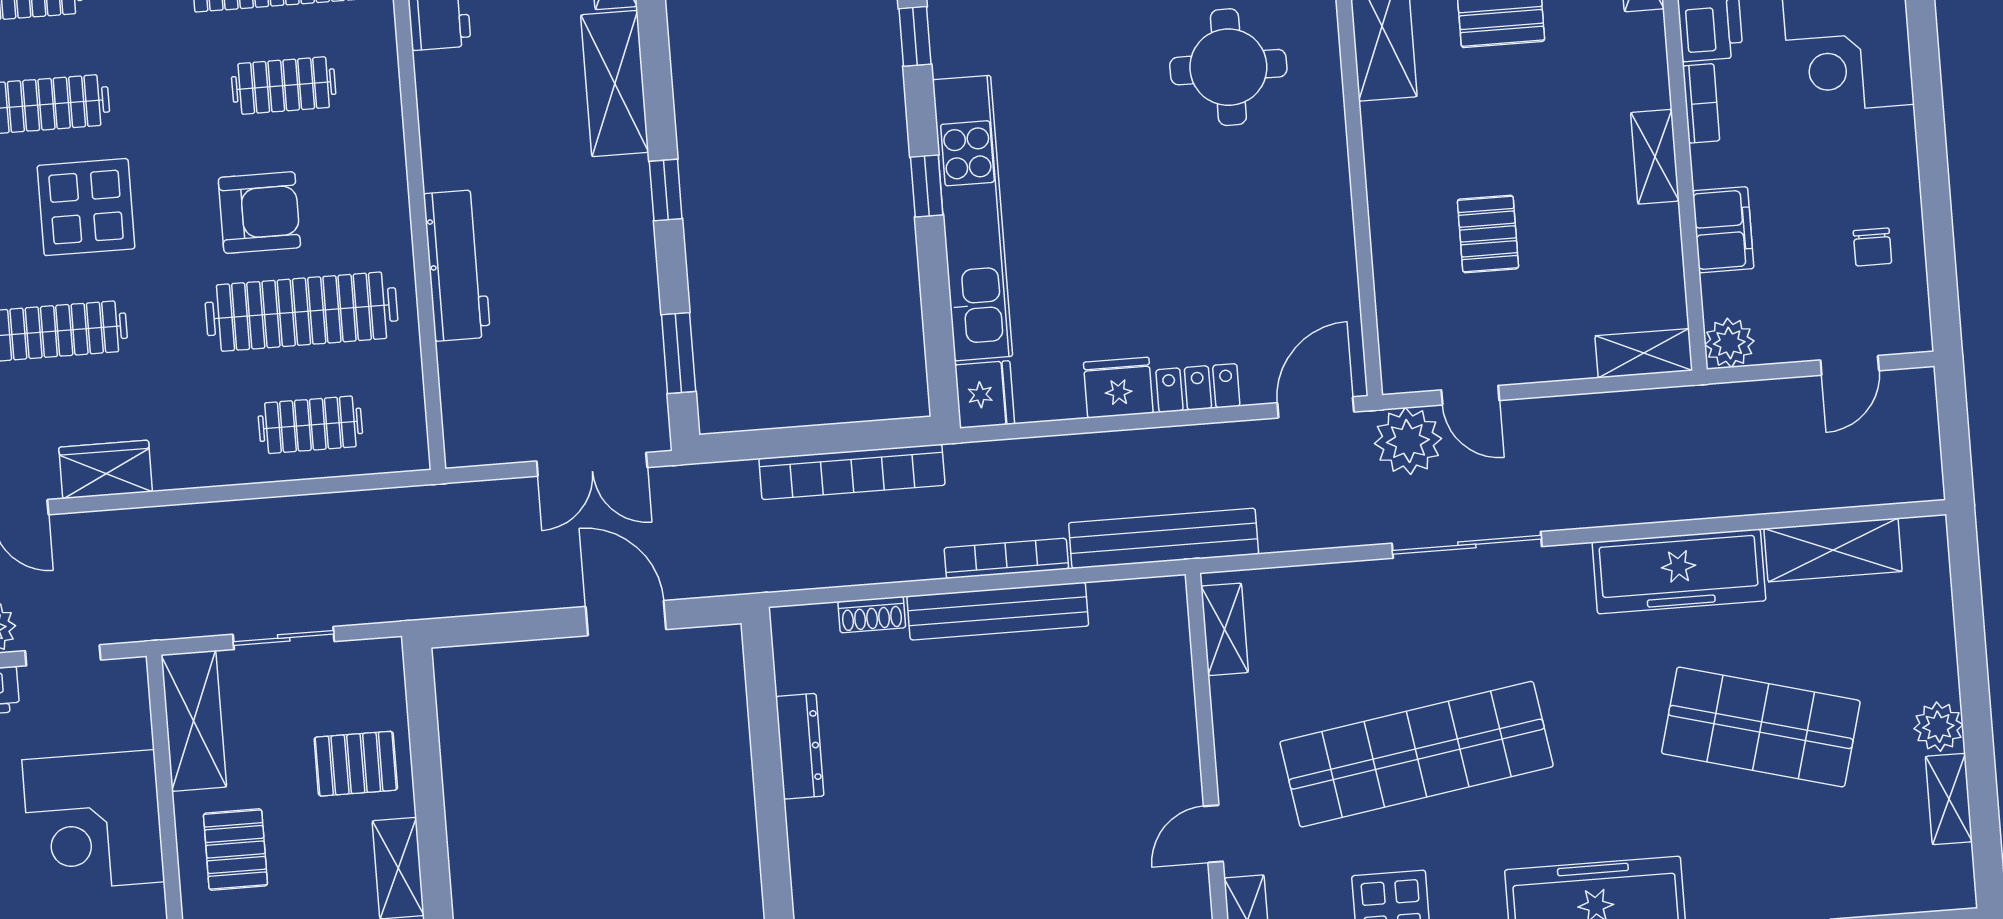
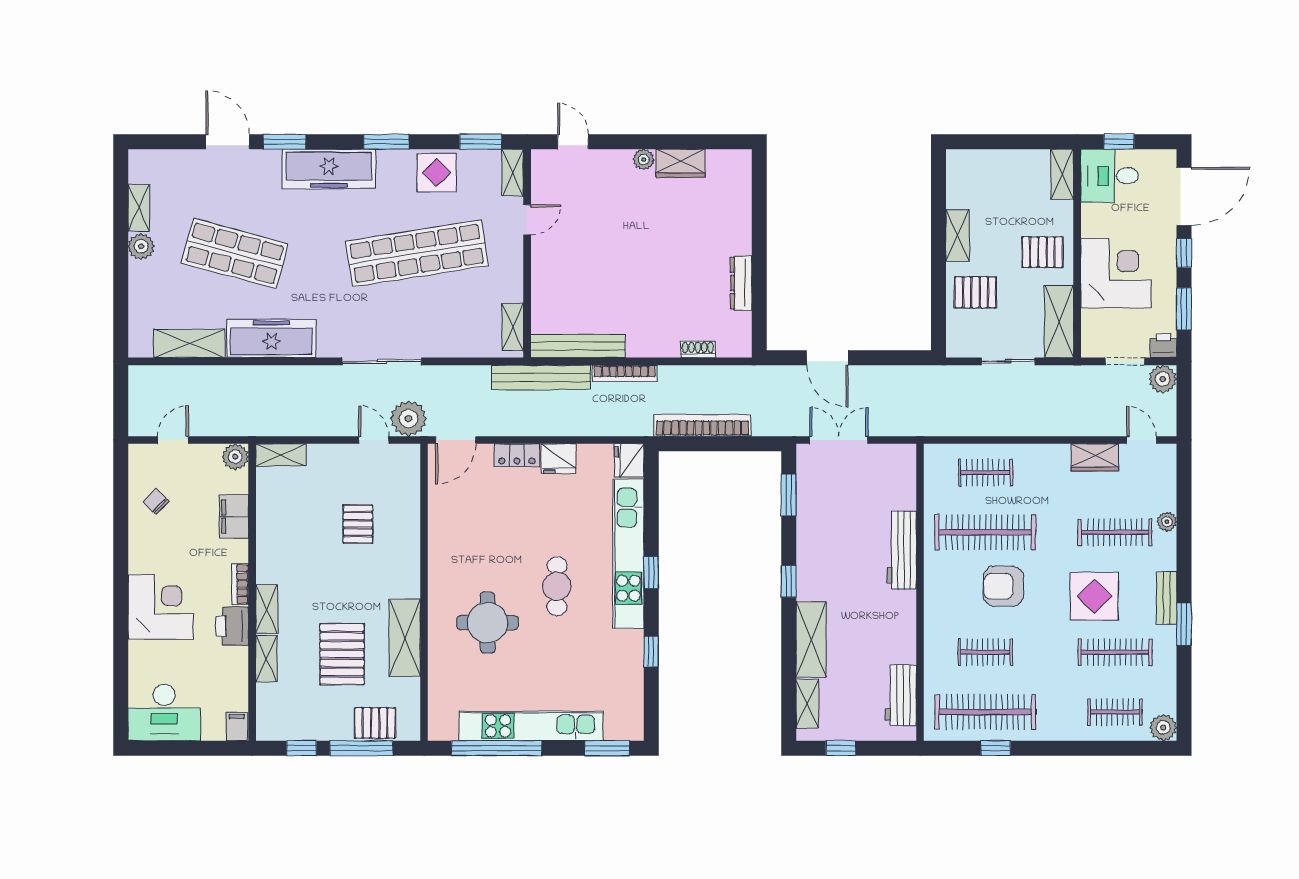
cafe table: (1103, 146) -> (557, 586), added
shelving: (1655, 157) -> (267, 609), moved
chair: (1872, 247) -> (156, 501), turned -45
bench: (998, 611) -> (578, 346), moved
pallet: (235, 849) -> (1042, 252), turned 90

